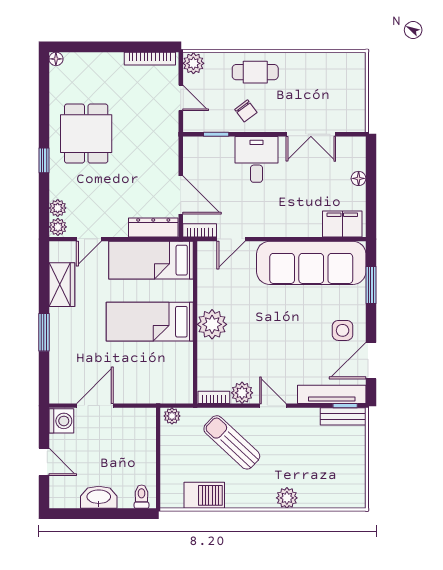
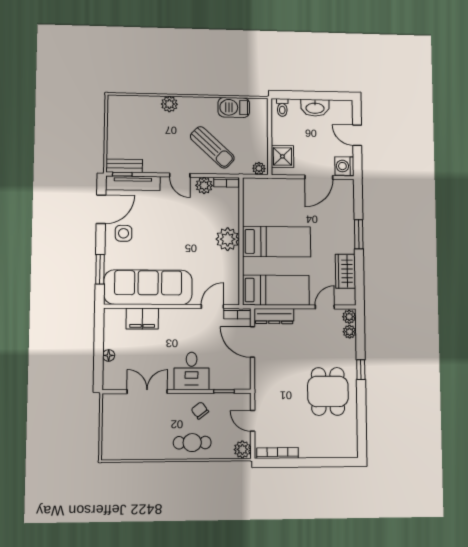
floor lamp: (56, 59) -> (353, 452), removed
filing cabinet: (342, 224) -> (142, 319), moved
shower: (142, 432) -> (282, 156), added

